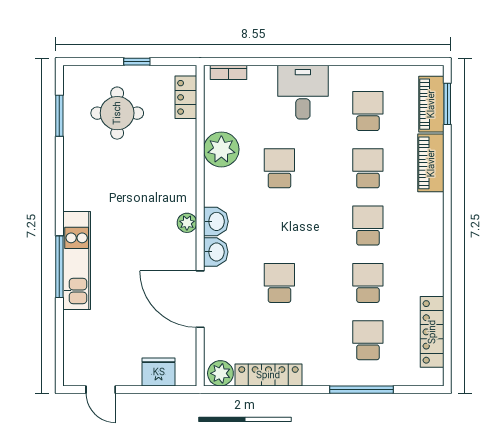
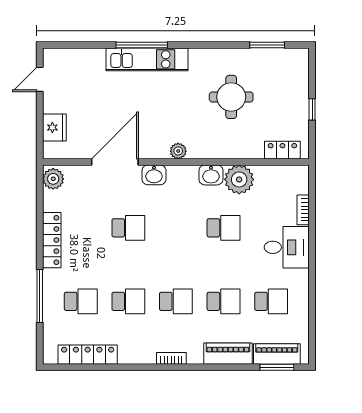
bookcase: (229, 72) -> (303, 210), moved
round table: (117, 113) -> (231, 97), moved
washbasin: (216, 221) -> (211, 175), moved
bookcase: (437, 231) -> (171, 358), added
locker: (268, 375) -> (52, 240), moved

